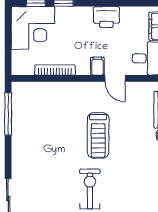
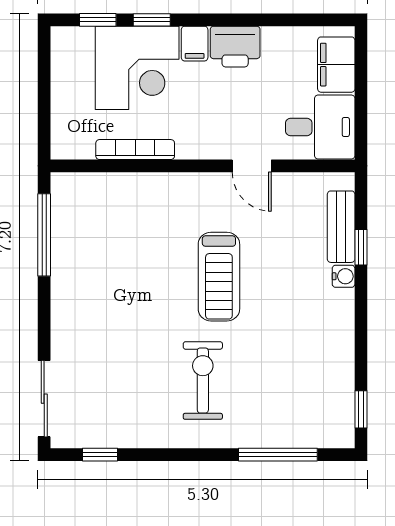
corner desk: (33, 28) -> (137, 68), moved
filing cabinet: (98, 66) -> (195, 44), moved, turned 180

